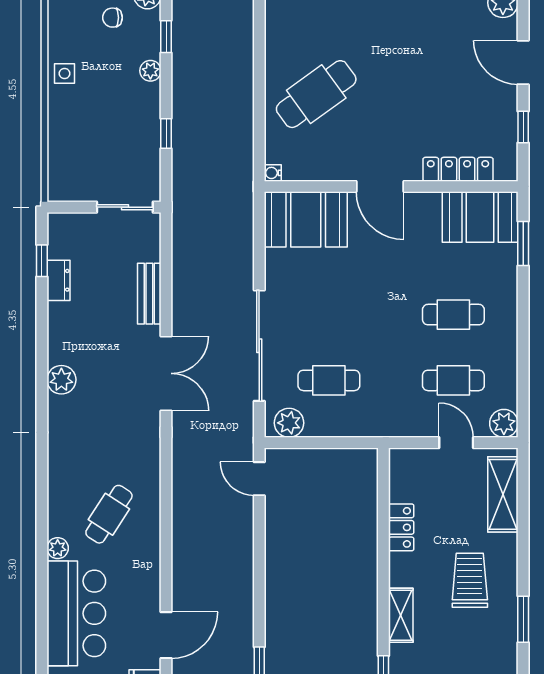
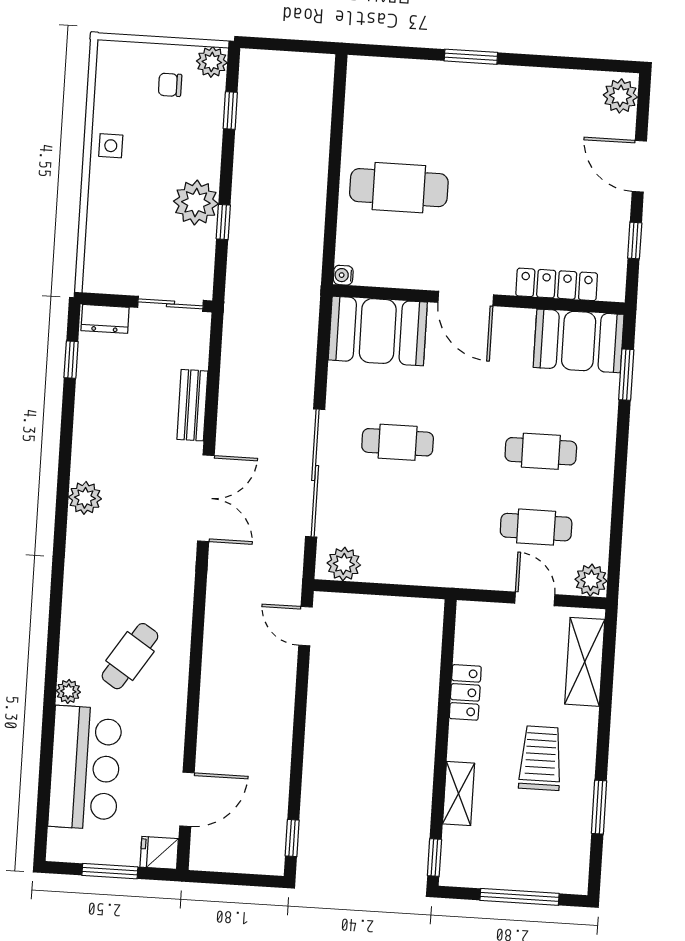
plant: (150, 71) -> (196, 203), moved, width x1.88, depth x1.88
cafe table: (316, 94) -> (399, 188), turned 36
dresser: (58, 280) -> (105, 319), moved, turned 90
cafe table: (329, 380) -> (398, 442), moved

